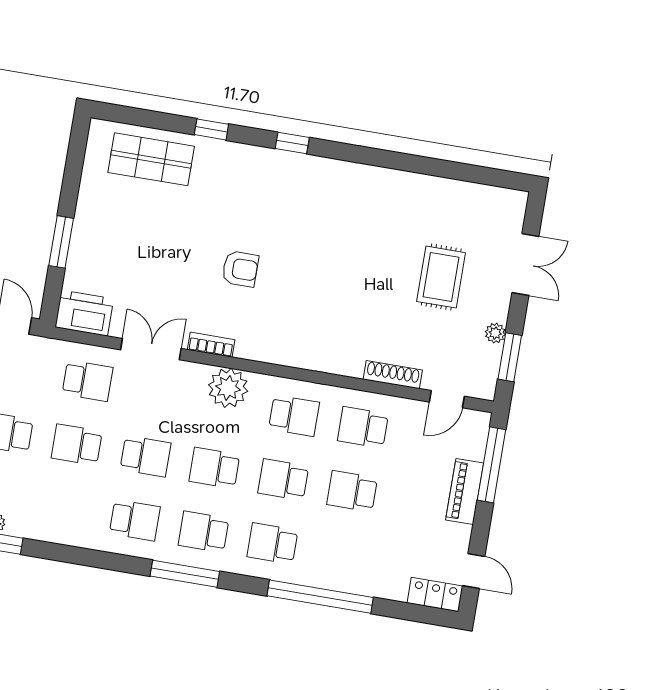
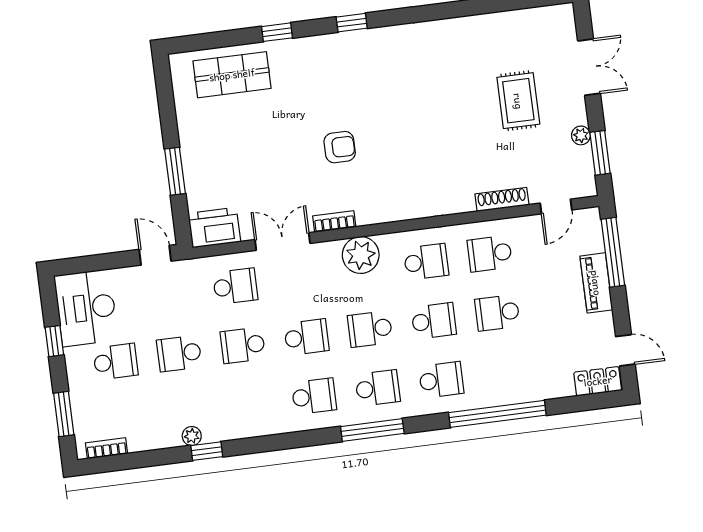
school desk: (283, 480) -> (434, 321), turned 180
school desk: (204, 532) -> (378, 388), turned 180
school desk: (272, 544) -> (441, 380), turned 180

